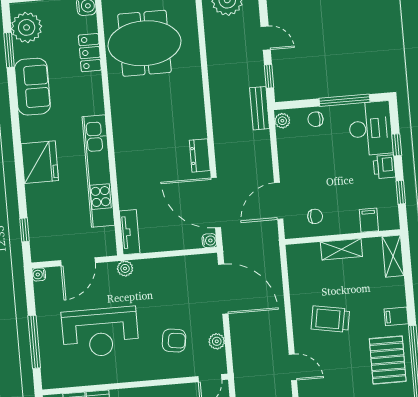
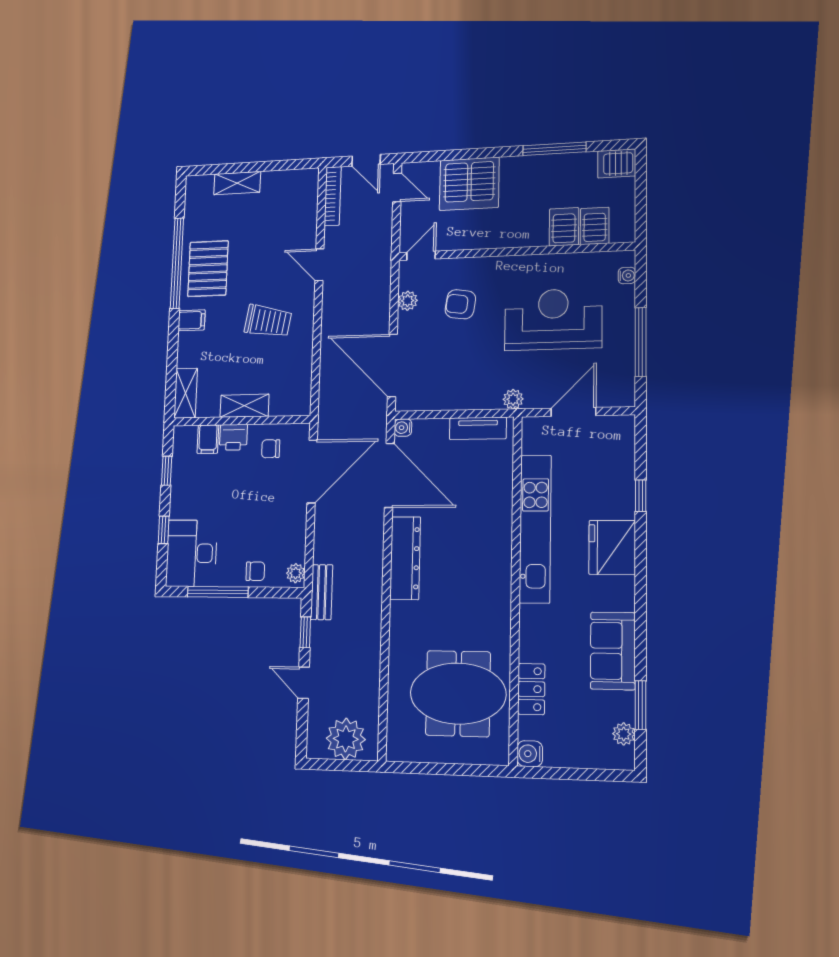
plant: (27, 27) -> (624, 734), width x0.53, depth x0.53
dresser: (200, 155) -> (405, 558), width x1.96, depth x1.24
printer: (384, 167) -> (233, 437), moved, turned 90
door: (279, 201) -> (312, 471), width x1.36
window: (25, 230) -> (641, 496), moved
tv unit: (130, 232) -> (478, 428), moved, turned -90
water cooler: (39, 274) -> (627, 276), moved
window: (34, 342) -> (641, 342), moved

